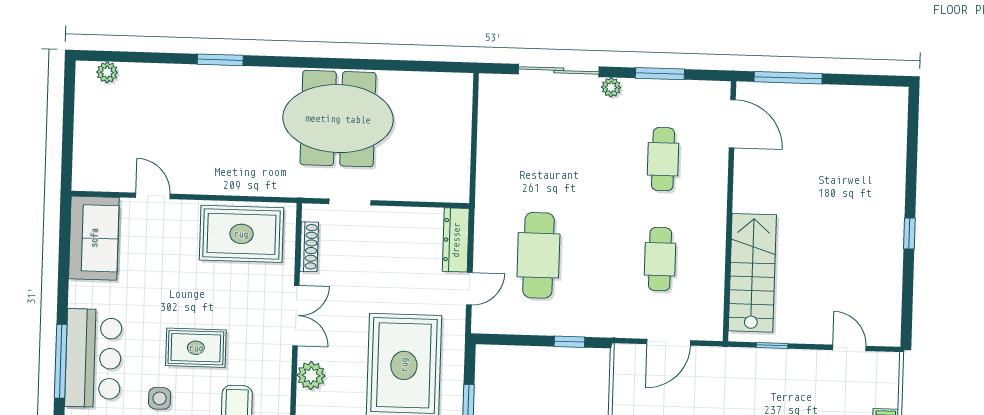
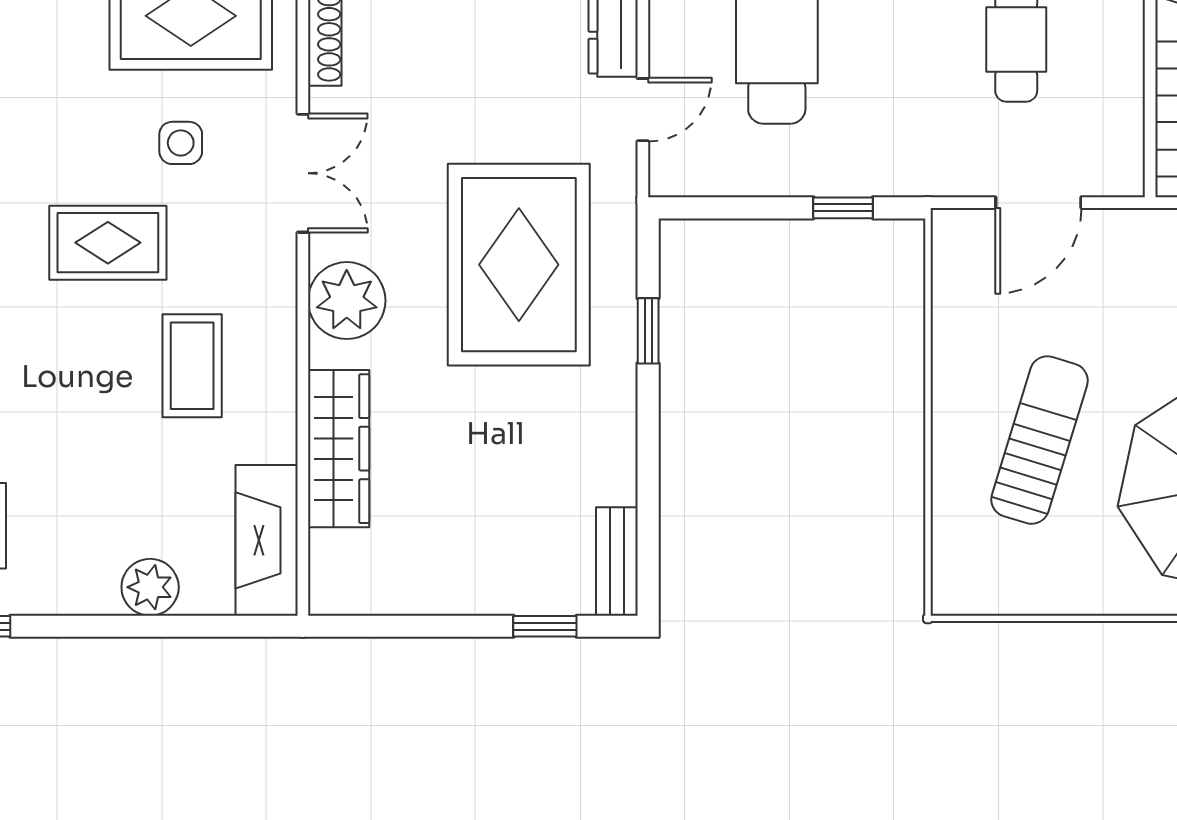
plant: (311, 376) -> (347, 301), width x1.36, depth x1.36
side table: (160, 398) -> (181, 143), moved

